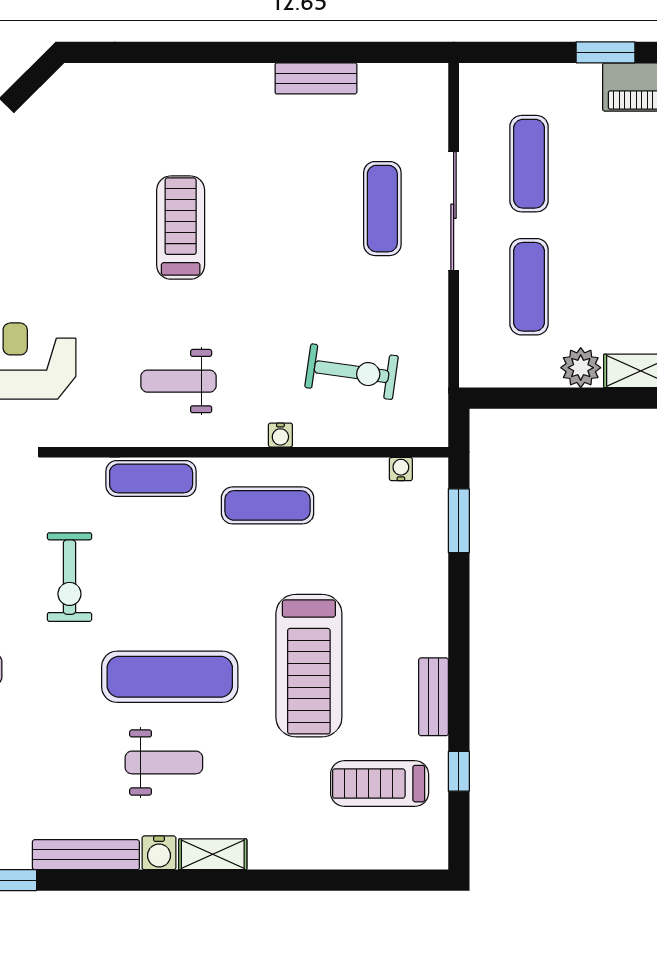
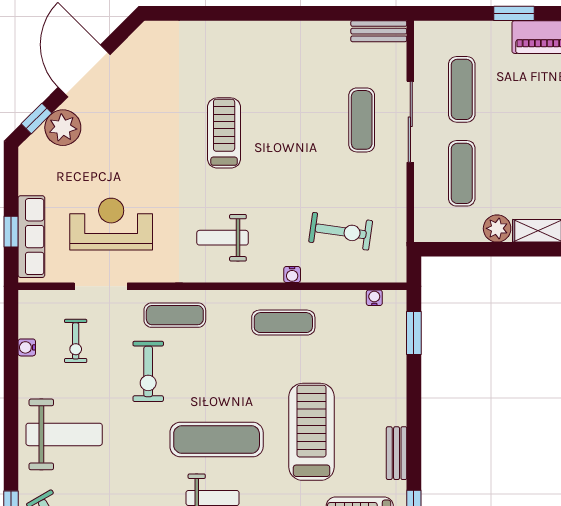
bench: (316, 78) -> (379, 31), moved
exercise mat: (151, 478) -> (175, 315), moved
treadmill: (309, 666) -> (312, 432), turned 180

